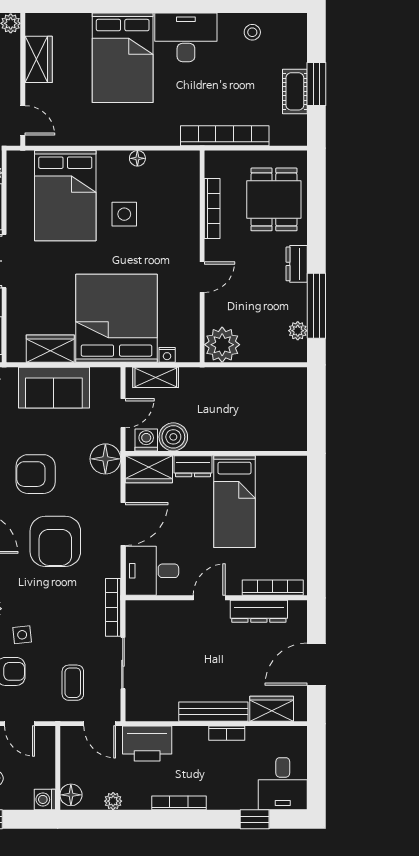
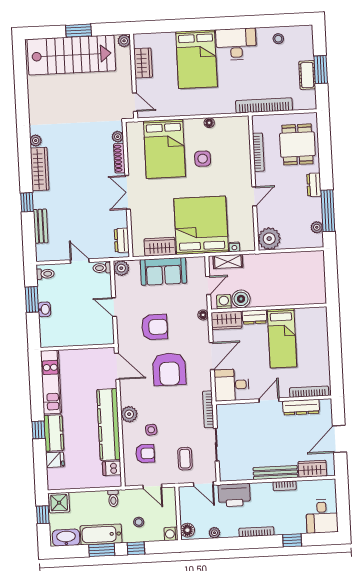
floor lamp: (105, 459) -> (203, 315), width x0.53, depth x0.53
armchair: (36, 474) -> (155, 327), turned 180
window: (255, 819) -> (292, 540), moved

